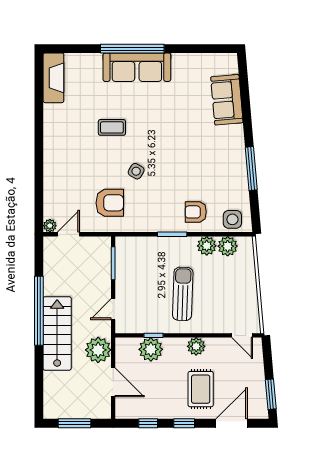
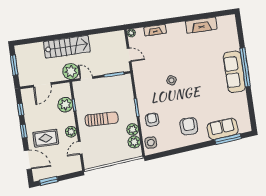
fireplace: (53, 78) -> (201, 25), moved
coffee table: (112, 127) -> (196, 62), removed
window: (251, 168) -> (228, 139), moved
fireplace: (51, 186) -> (155, 30), added
armchair: (110, 203) -> (189, 126), moved, turned 180
door: (68, 234) -> (129, 55), moved
window: (39, 311) -> (79, 34), removed
door: (242, 335) -> (80, 148), moved
plant: (98, 350) -> (71, 71), moved

